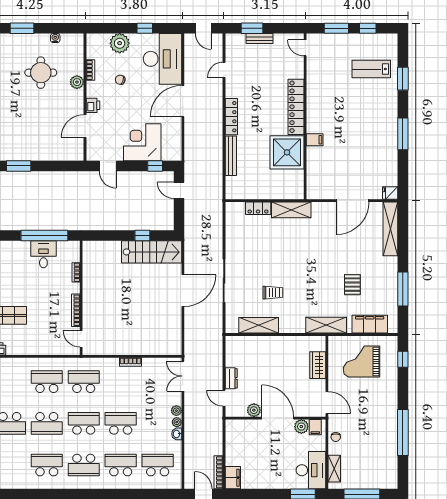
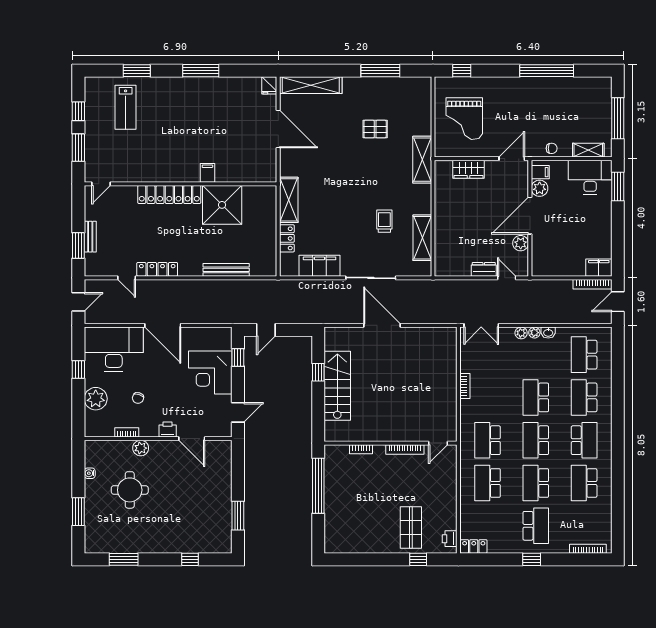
locker: (231, 117) -> (157, 269), moved
stairs: (152, 252) -> (337, 386), moved
desk: (43, 254) -> (340, 487), removed
filing cabinet: (370, 324) -> (320, 266), moved, turned 90
door: (224, 398) -> (507, 278), swing flipped
school desk: (47, 423) -> (536, 483), turned 180

